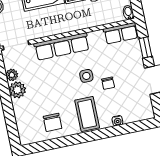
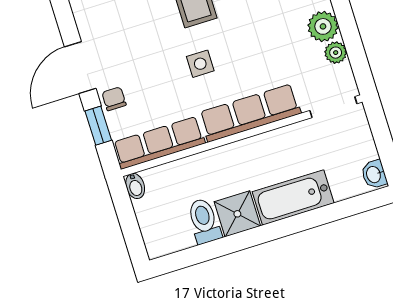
row of seats: (121, 33) -> (159, 143), width x1.48
chair: (108, 83) -> (114, 99), moved

